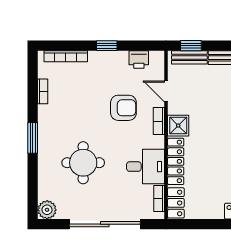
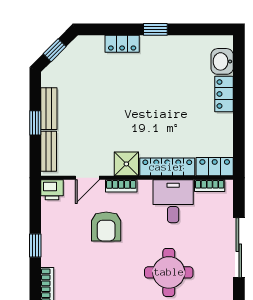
window: (191, 46) -> (35, 123), moved
printer: (139, 59) -> (52, 190), moved, turned 90
armchair: (123, 108) -> (106, 226), turned 180
sliding door: (105, 224) -> (239, 248), width x0.73

